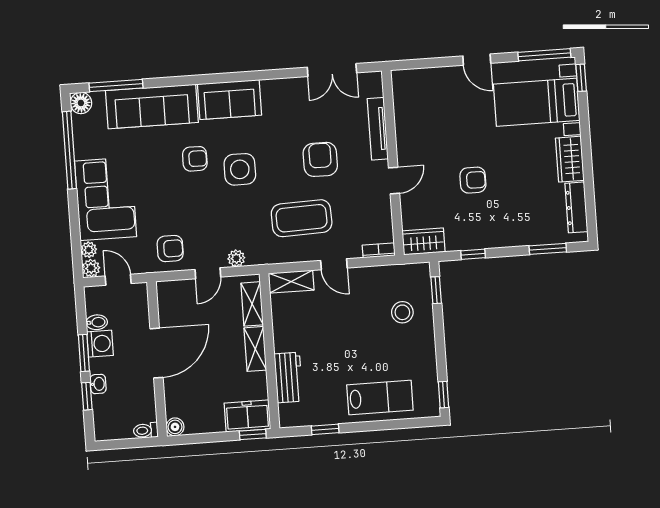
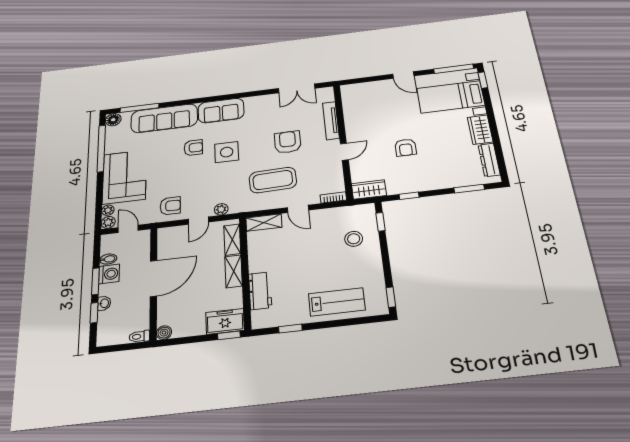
armchair: (473, 180) -> (406, 148), turned 90

